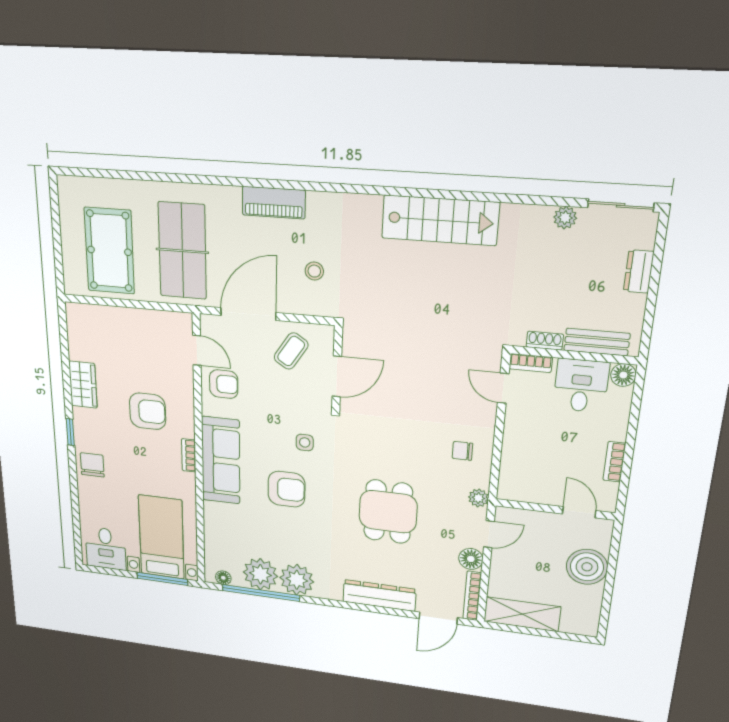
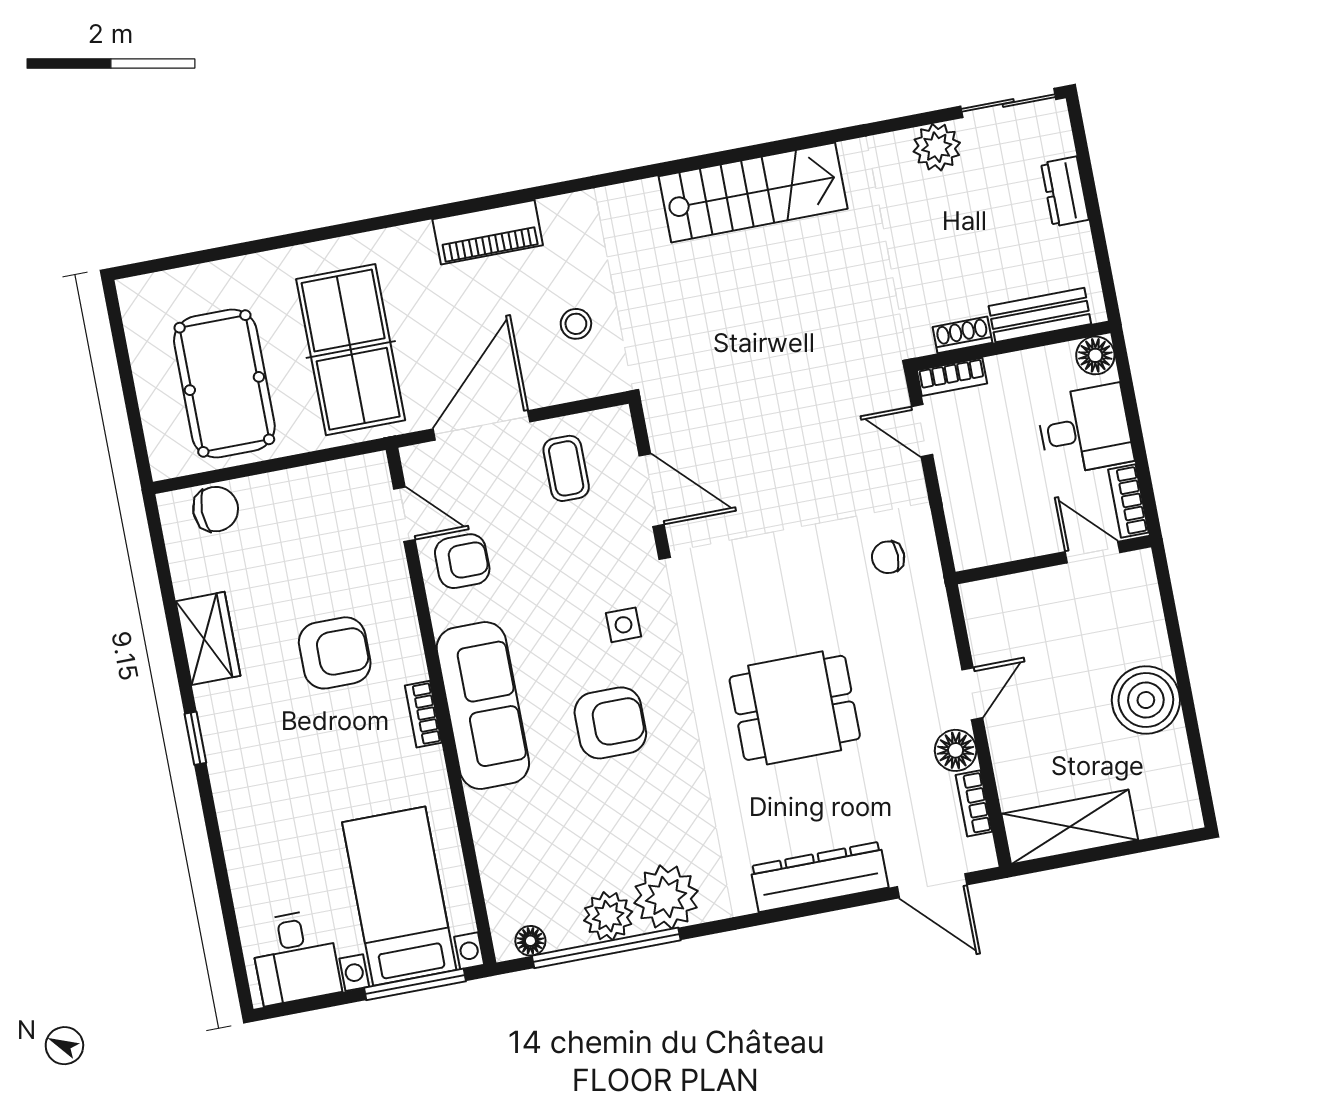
plant: (565, 218) -> (937, 147), width x1.38, depth x1.38
coffee table: (291, 351) -> (566, 468), turned -33
door: (337, 376) -> (652, 490), hinge flipped
desk: (581, 386) -> (1085, 430), moved, turned 90
chair: (92, 465) -> (216, 509), moved, turned 90
plant: (478, 498) -> (937, 633), removed
wall: (555, 509) -> (1053, 560), moved
dining table: (388, 512) -> (795, 708), turned 90
door: (579, 512) -> (1093, 552), moved
plant: (260, 574) -> (608, 916), width x0.73, depth x0.73
bookcase: (472, 596) -> (974, 803), width x0.64
door: (438, 618) -> (932, 886), hinge flipped

